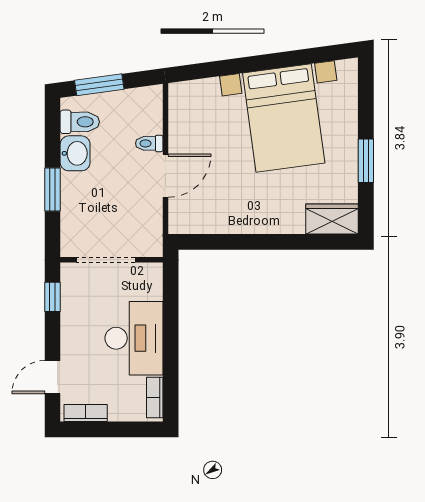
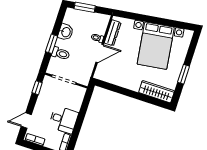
dresser: (179, 121) -> (113, 33), added
toilet: (80, 122) -> (61, 53), moved
wardrobe: (332, 219) -> (157, 92), width x1.50
desk: (134, 338) -> (64, 120), width x0.73

